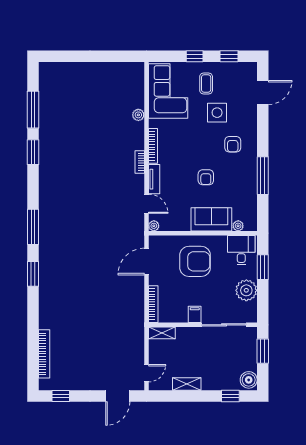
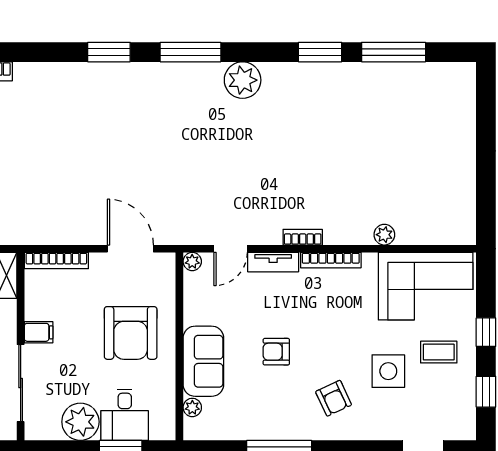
armchair: (233, 144) -> (334, 398), turned -115
plant: (49, 197) -> (243, 80), added
desk: (241, 250) -> (125, 415), moved, turned 90

